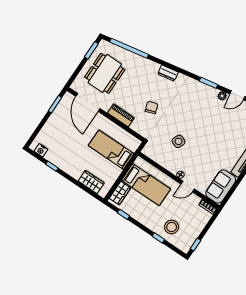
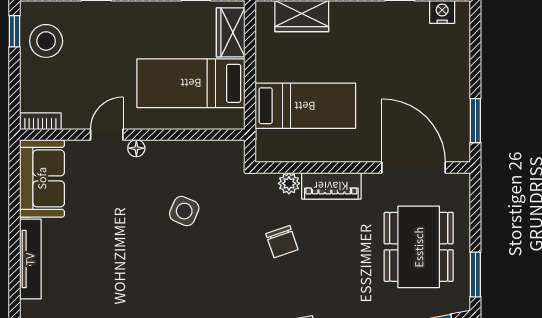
plant: (135, 126) -> (289, 183), added
stool: (172, 227) -> (46, 41), moved

